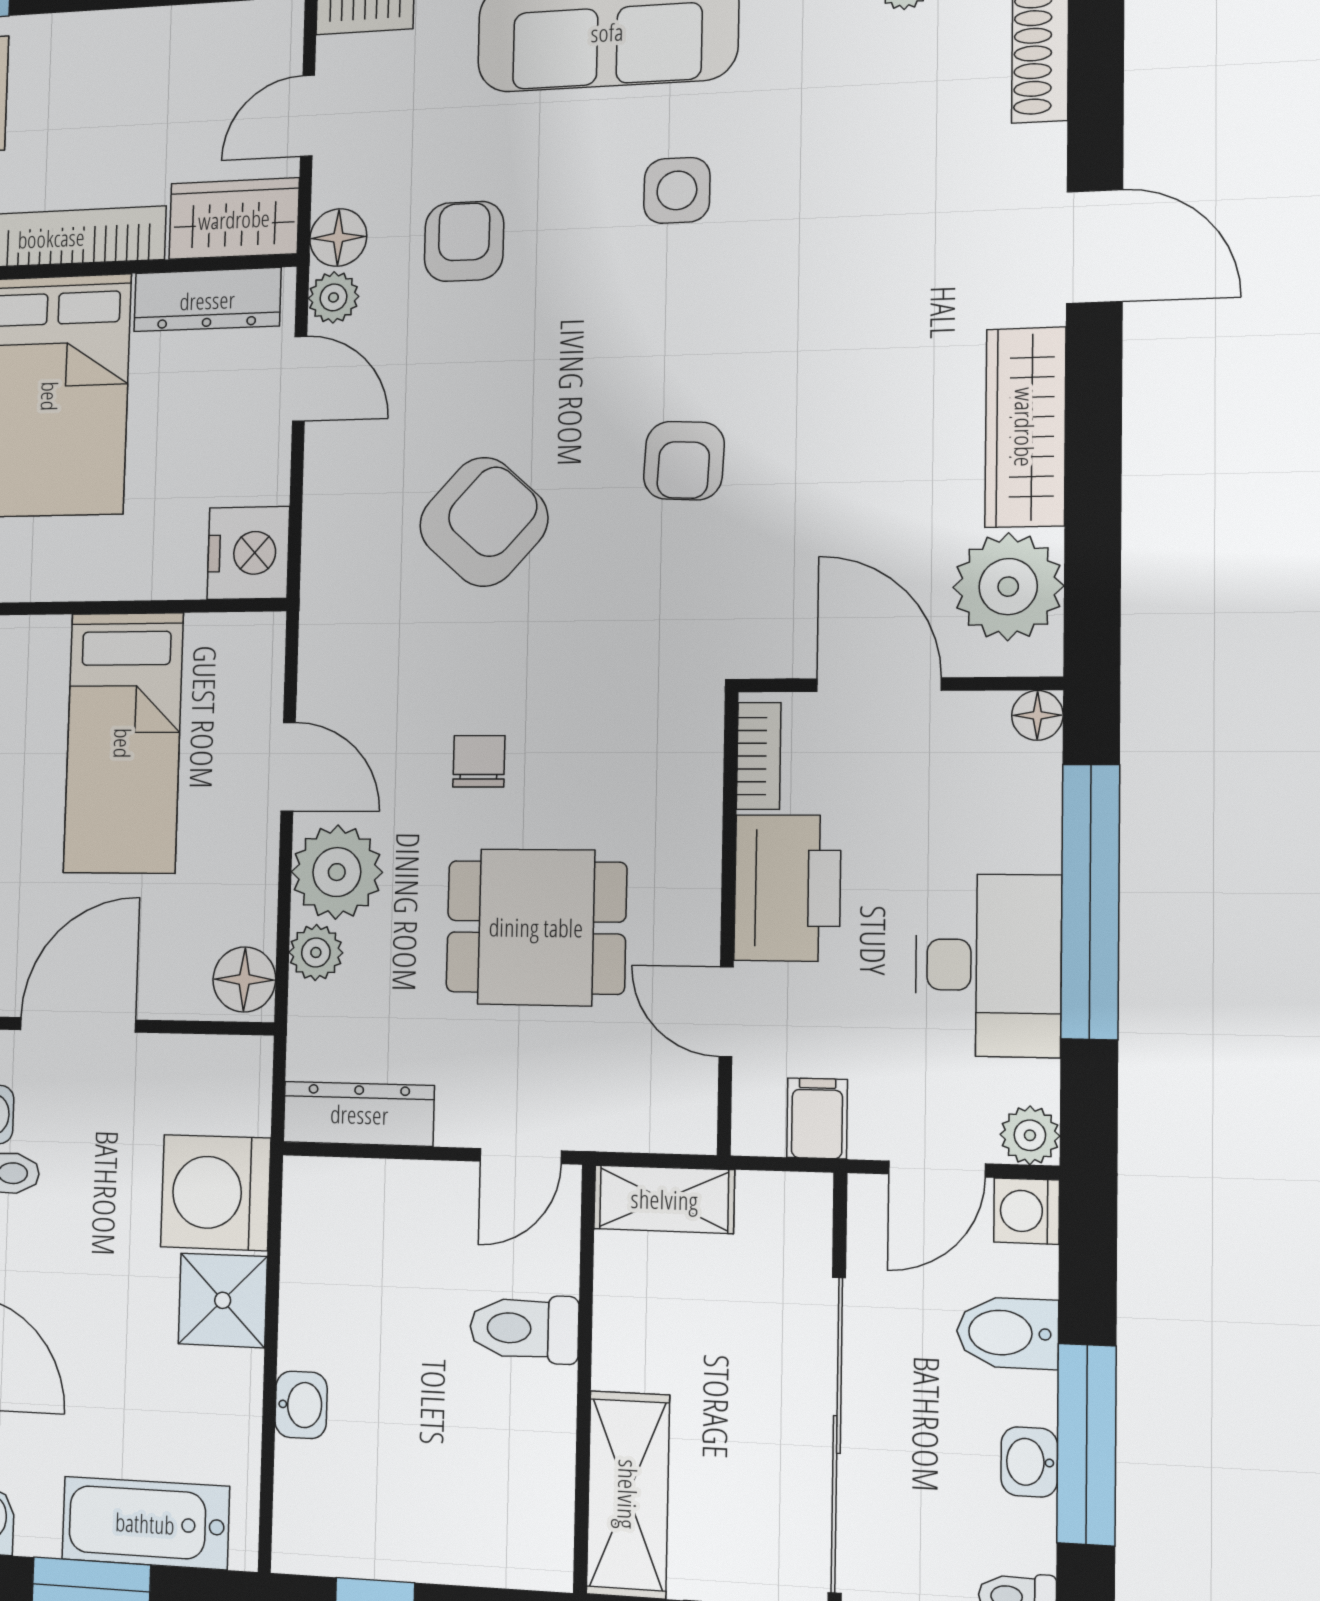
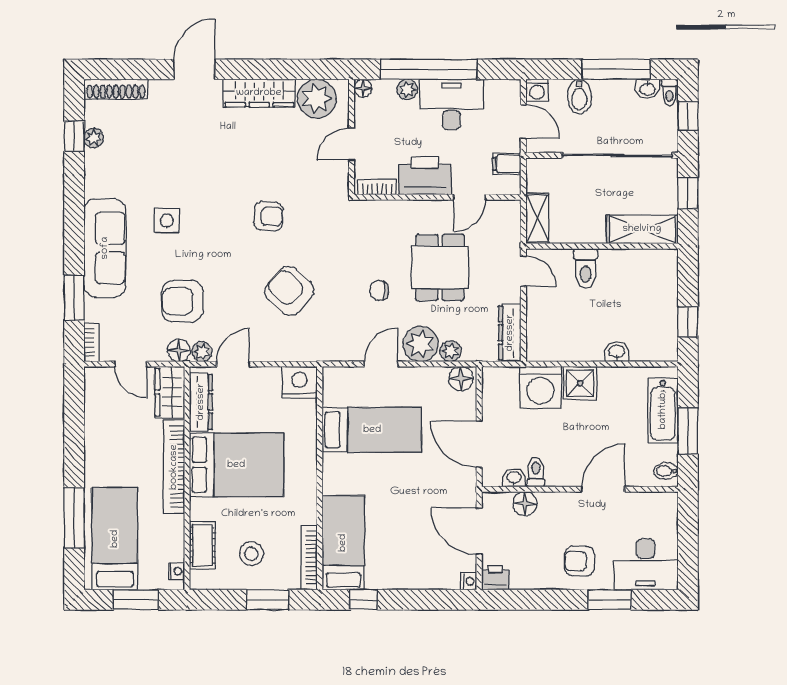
armchair: (464, 241) -> (183, 301), width x1.38, depth x1.38
door: (879, 685) -> (352, 144), width x0.73
plant: (1030, 1135) -> (407, 89), moved
washbasin: (1029, 1462) -> (648, 89), moved

